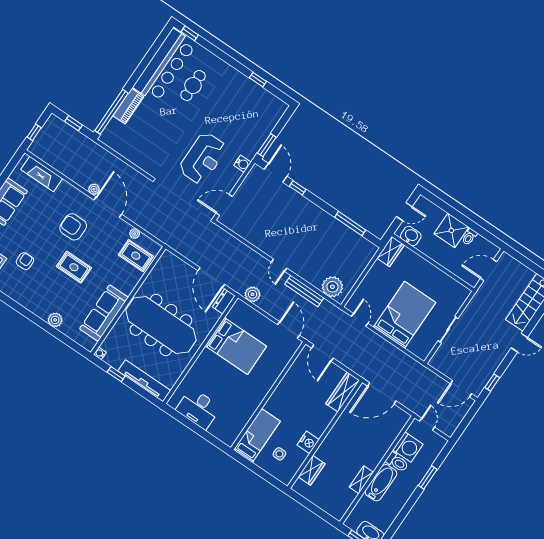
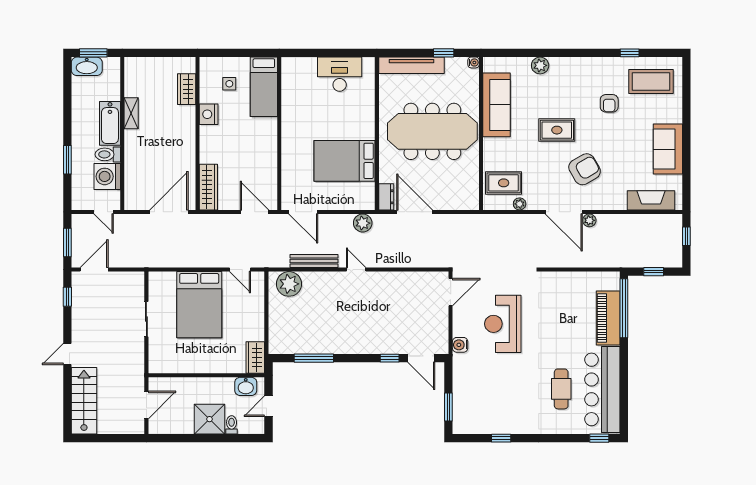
piano: (128, 106) -> (608, 318), width x1.37, depth x1.33
window: (267, 145) -> (448, 407), moved
armchair: (73, 227) -> (585, 169), turned -30
toilet: (469, 237) -> (232, 425), moved
window: (467, 420) -> (67, 243), added

